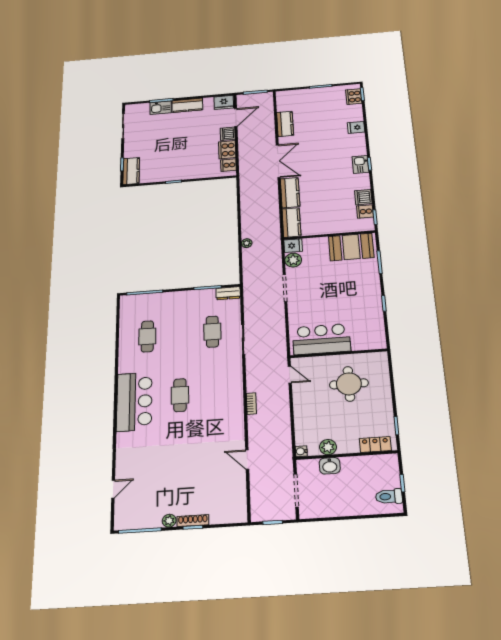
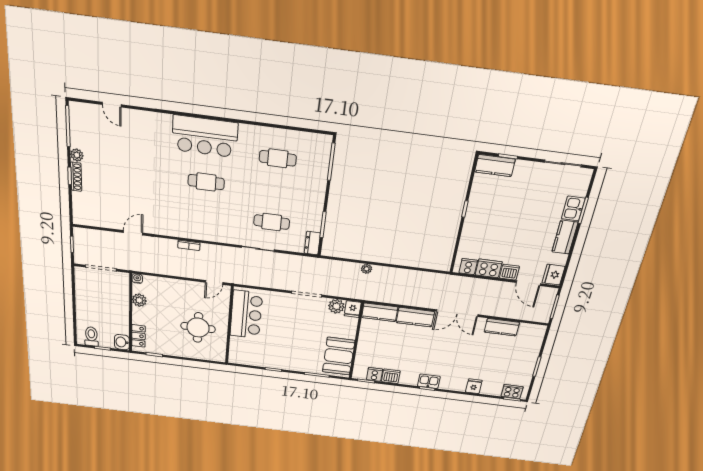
washbasin: (330, 466) -> (122, 342), moved

